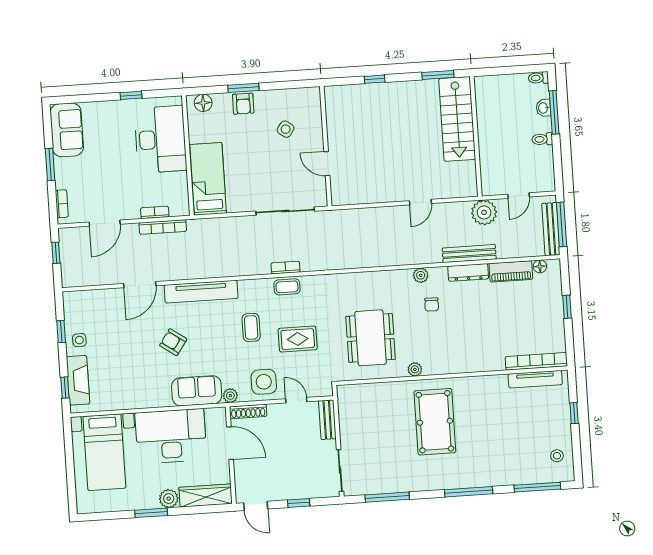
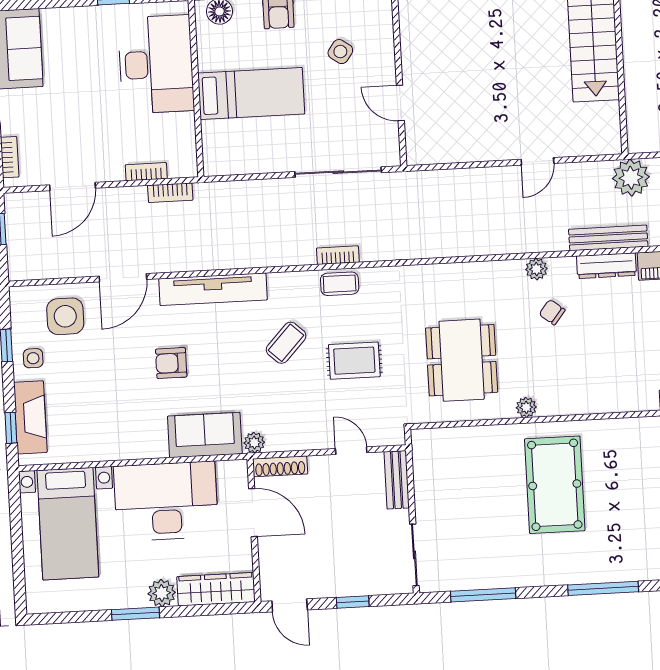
bed: (208, 179) -> (251, 94), moved, turned 90
bookcase: (163, 227) -> (170, 193), width x0.64
chair: (432, 304) -> (552, 312), turned 127
coffee table: (251, 327) -> (286, 343), turned 43
armchair: (173, 342) -> (171, 363), turned -35
side table: (264, 382) -> (65, 316), moved

